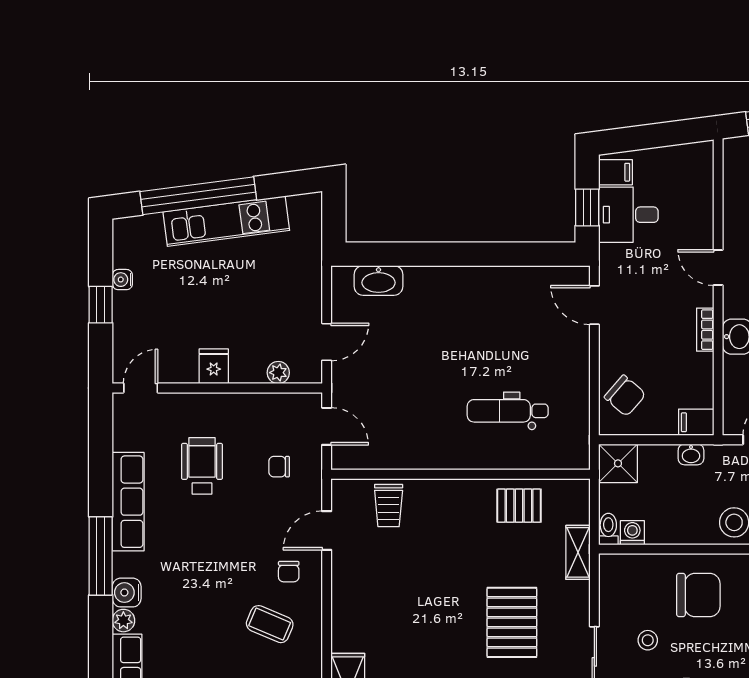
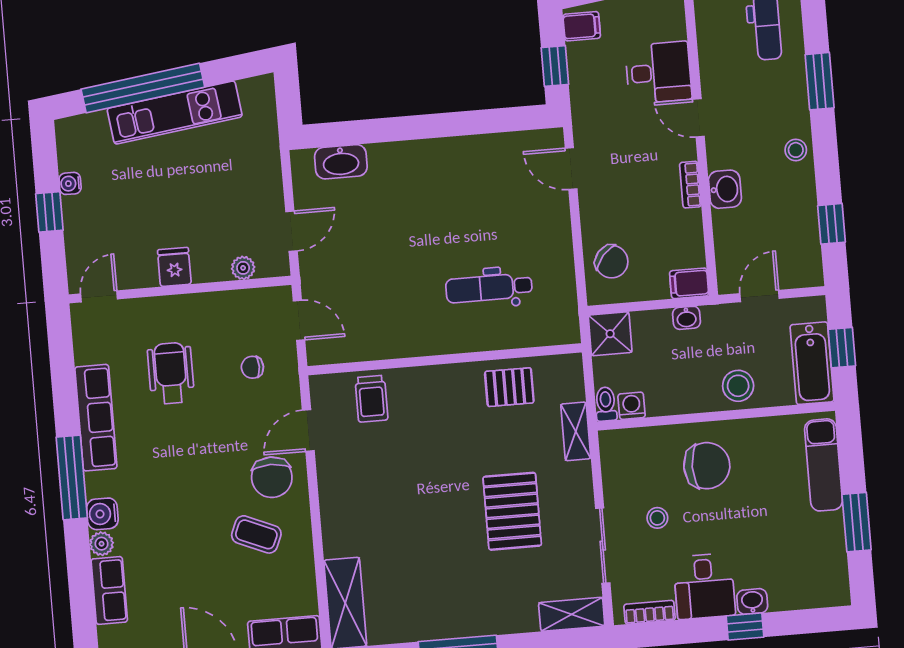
desk: (628, 215) -> (658, 73), moved, turned 180
chair: (289, 572) -> (272, 477), width x1.87, depth x1.87

